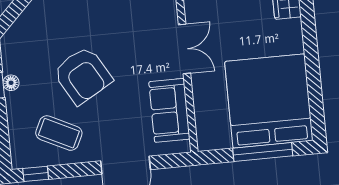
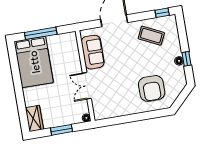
armchair: (83, 75) -> (152, 88), moved, turned -150
bed: (269, 101) -> (34, 62), width x0.73

